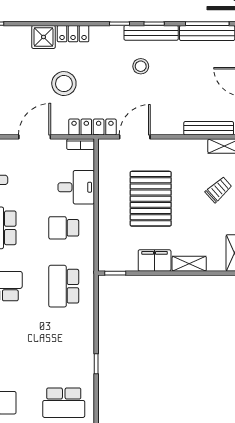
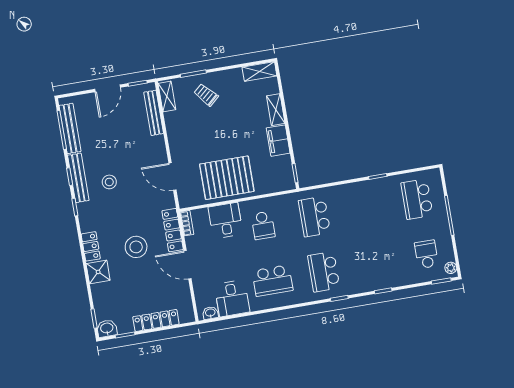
locker: (92, 127) -> (173, 230), moved
pallet: (151, 199) -> (227, 178), moved
school desk: (64, 286) -> (314, 217), turned 90
school desk: (64, 403) -> (417, 199), turned 180

